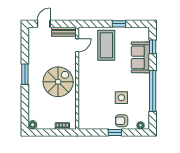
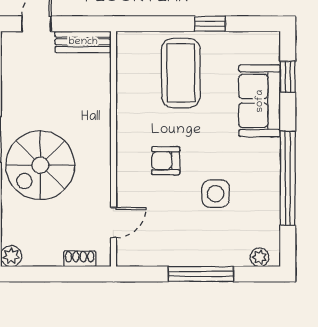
door: (77, 45) -> (114, 223), moved
spiral stairs: (58, 82) -> (40, 165), moved, turned 180
armchair: (122, 121) -> (166, 161), moved
window: (115, 133) -> (201, 274), width x2.17

